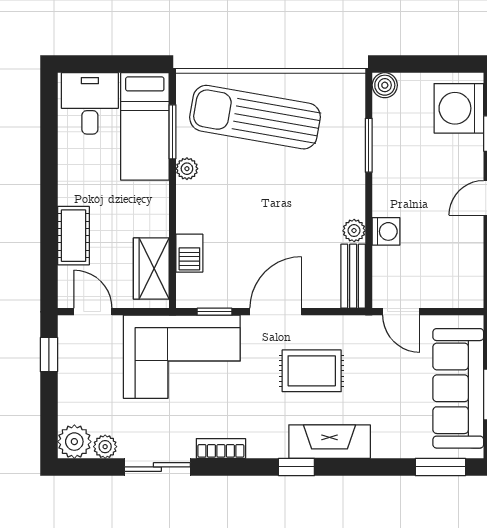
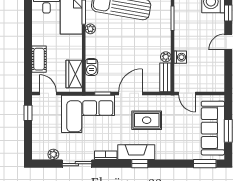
plant: (74, 442) -> (39, 152), removed
fireplace: (330, 442) -> (136, 152), moved

